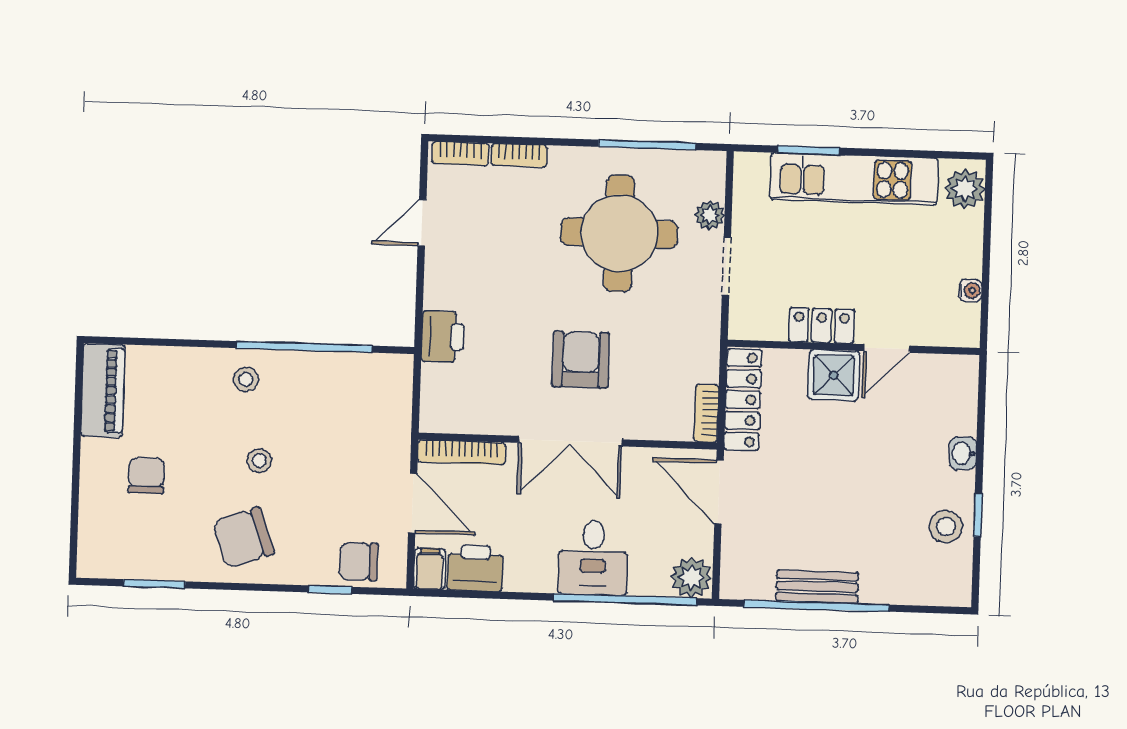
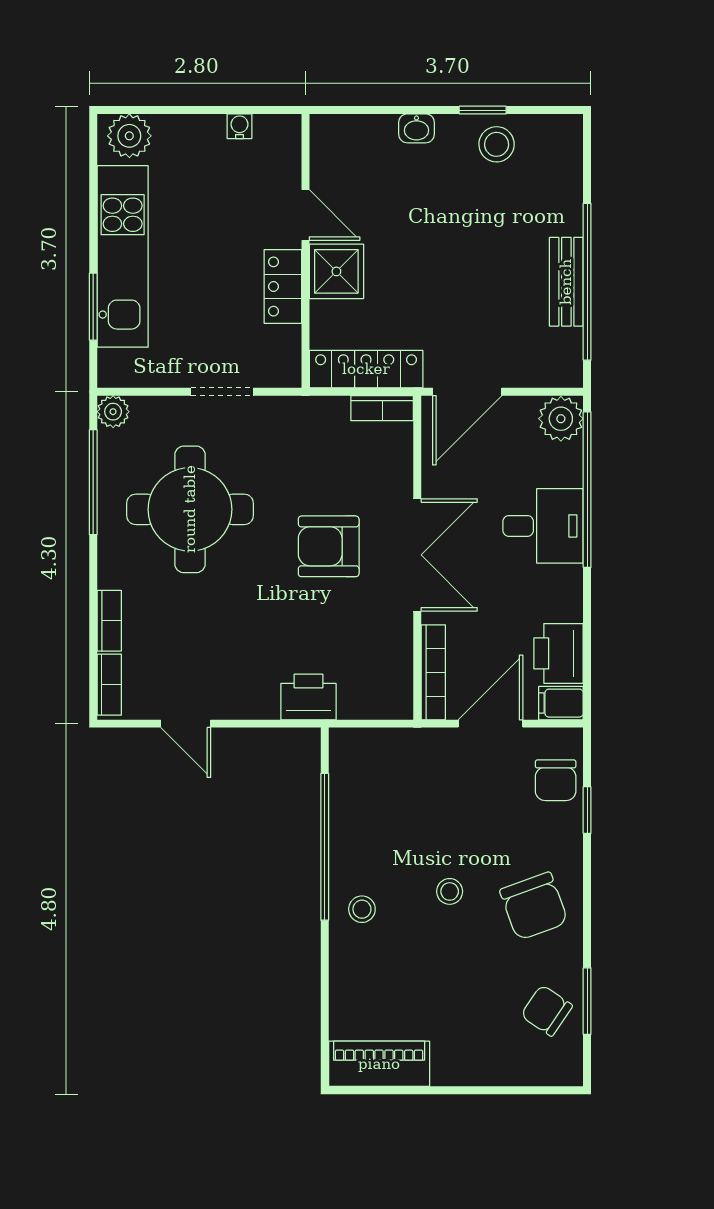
plant: (710, 215) -> (113, 412), moved
chair: (146, 476) -> (547, 1011), moved, turned 34

